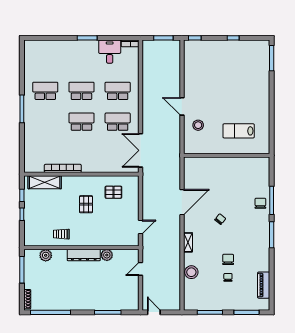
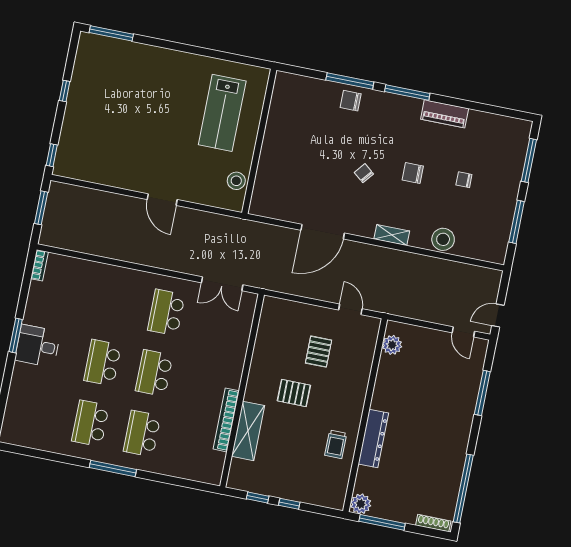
desk: (110, 52) -> (38, 346), moved
school desk: (118, 91) -> (142, 434), moved
door: (182, 106) -> (162, 200), hinge flipped
stool: (198, 125) -> (236, 181), moved
lab bench: (239, 131) -> (222, 113), width x1.36, depth x1.39
double door: (141, 150) -> (222, 284), width x0.73
shelving: (45, 182) -> (248, 431), moved
pallet: (113, 192) -> (319, 352), moved
door: (182, 202) -> (323, 232), swing flipped
plant: (46, 255) -> (361, 504), moved
dresser: (84, 255) -> (373, 438), moved
plant: (107, 255) -> (392, 345), moved
chair: (228, 259) -> (413, 173), moved
door: (141, 269) -> (463, 332), moved
piano: (264, 285) -> (445, 114), moved

